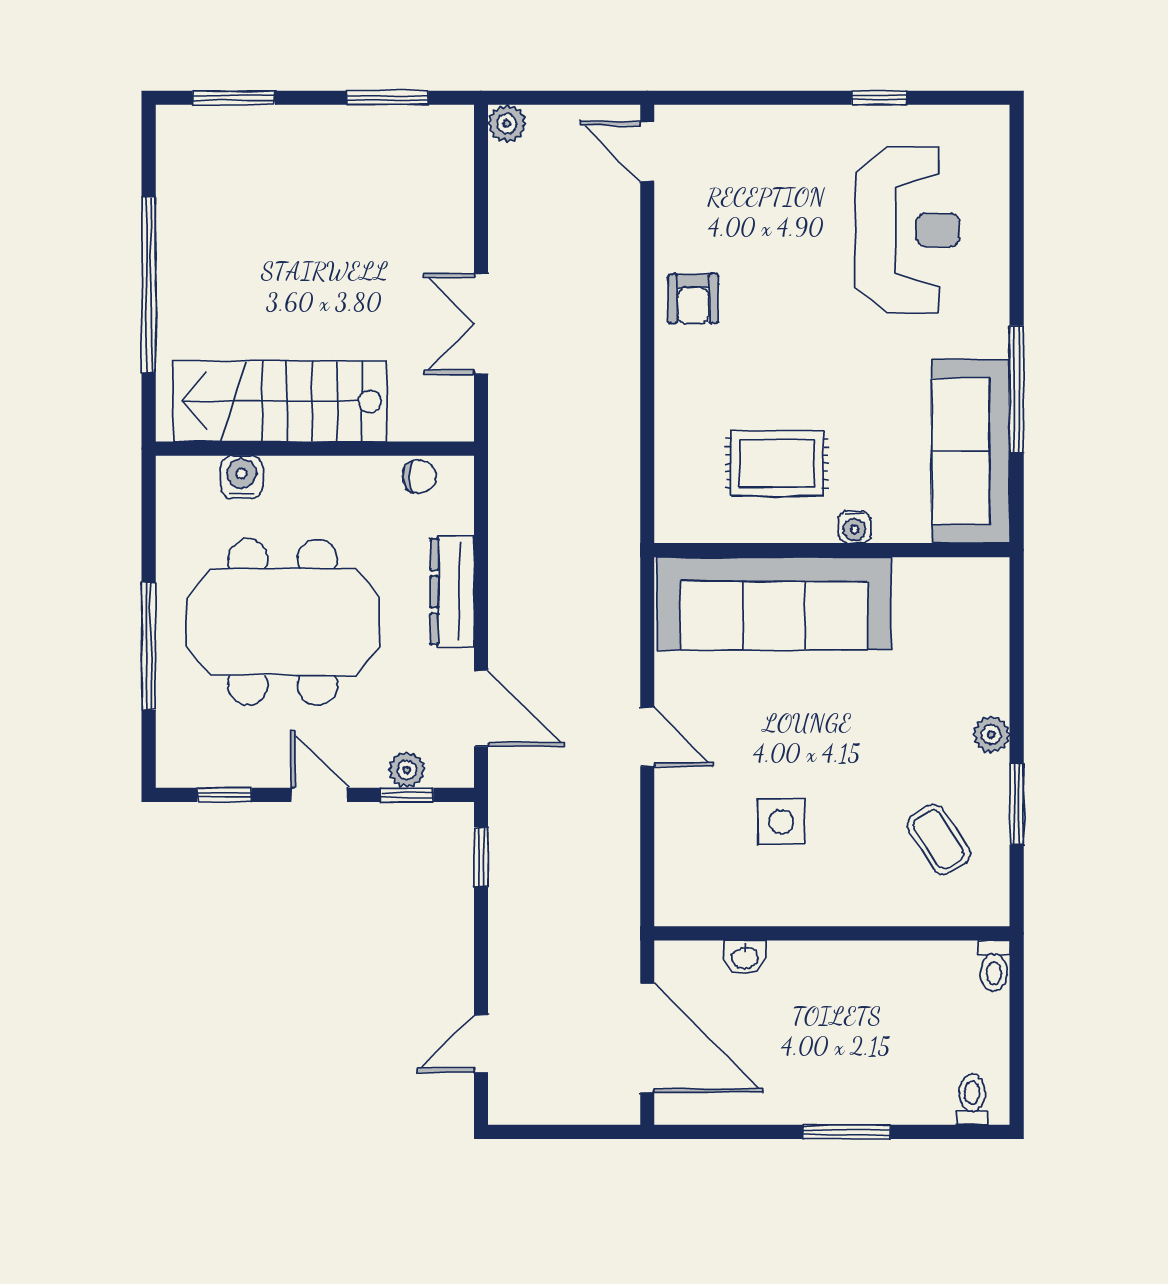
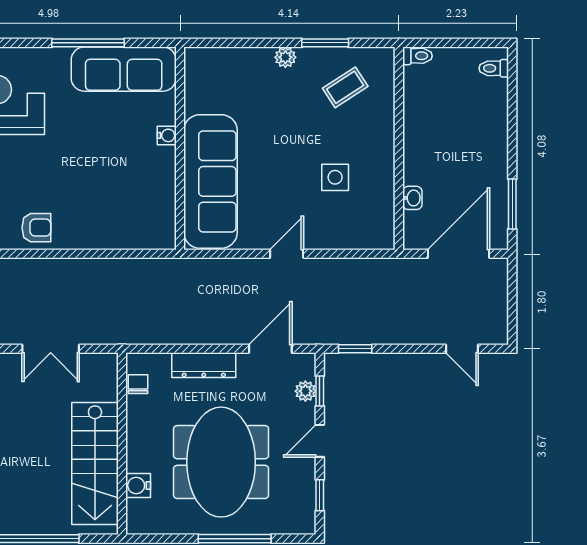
rug: (777, 463) -> (130, 180), removed
window: (847, 1132) -> (512, 204), moved

